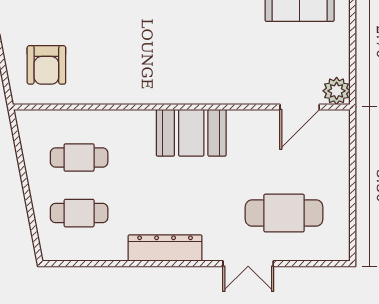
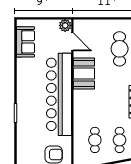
bar counter: (182, 77) -> (59, 94), added
booth: (191, 133) -> (84, 73), moved

